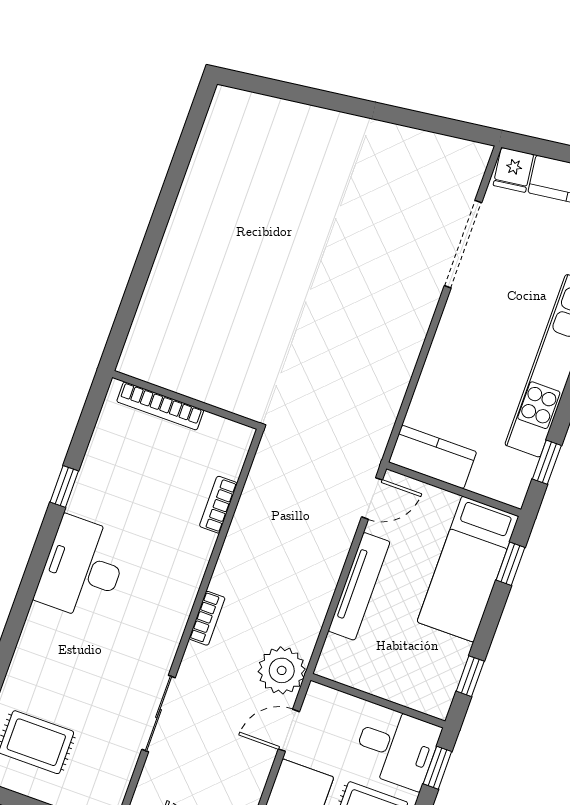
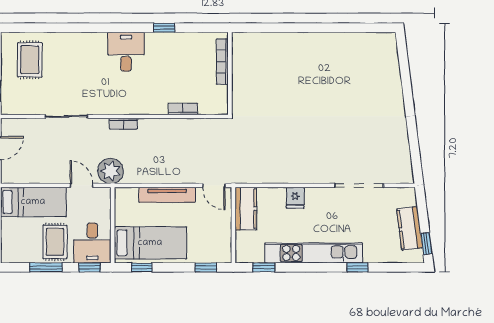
fridge: (513, 170) -> (295, 198), moved, turned -83
desk: (82, 568) -> (126, 52), width x0.73
bed: (468, 569) -> (150, 243), moved, turned 180

